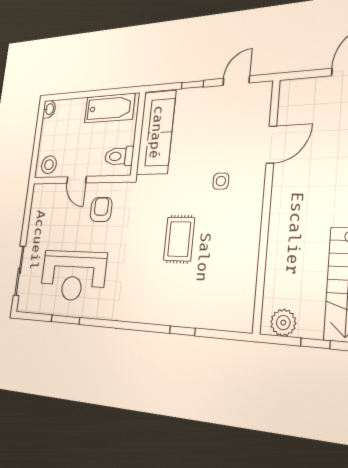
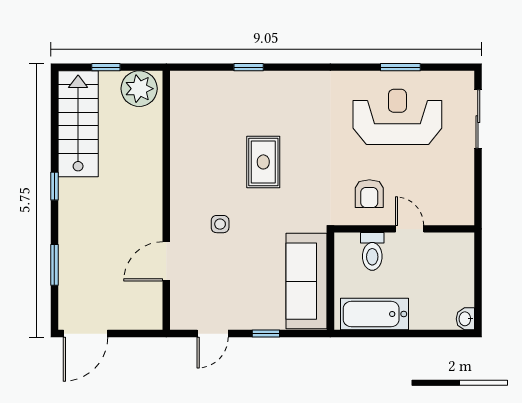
toilet: (119, 156) -> (372, 251), moved, turned 90
stool: (49, 165) -> (454, 248), removed
plant: (283, 323) -> (139, 89), width x1.36, depth x1.36

